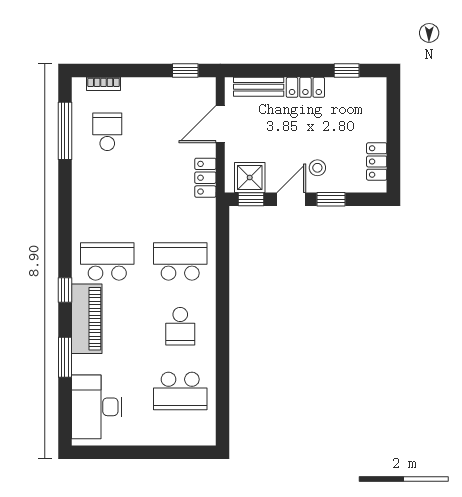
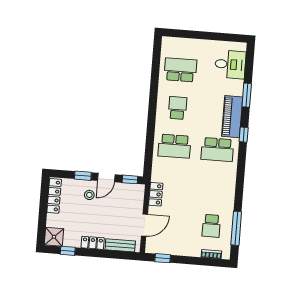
locker: (377, 161) -> (54, 196), width x1.53
shower: (250, 177) -> (54, 237), moved
desk: (97, 407) -> (230, 64), width x0.73

